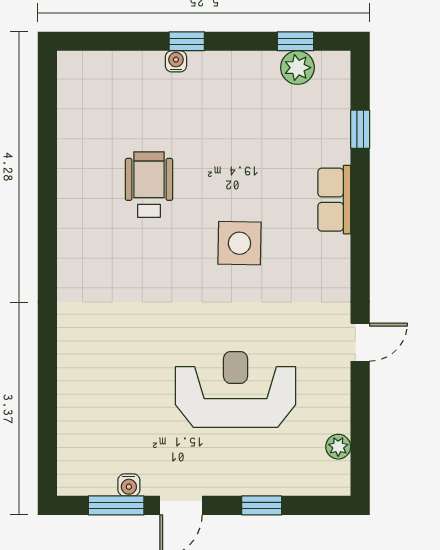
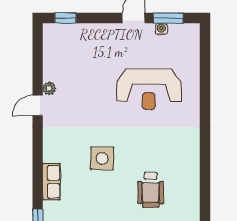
reception desk: (236, 389) -> (149, 89), moved
plant: (338, 447) -> (49, 88), moved
window: (262, 505) -> (65, 18), moved

